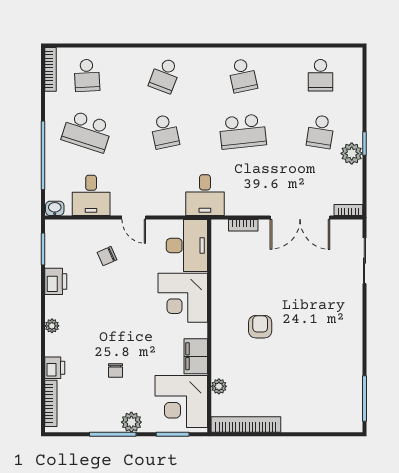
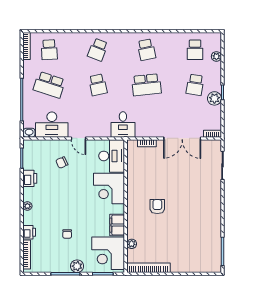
plant: (355, 86) -> (216, 56), added
desk: (91, 195) -> (52, 125), width x1.37

